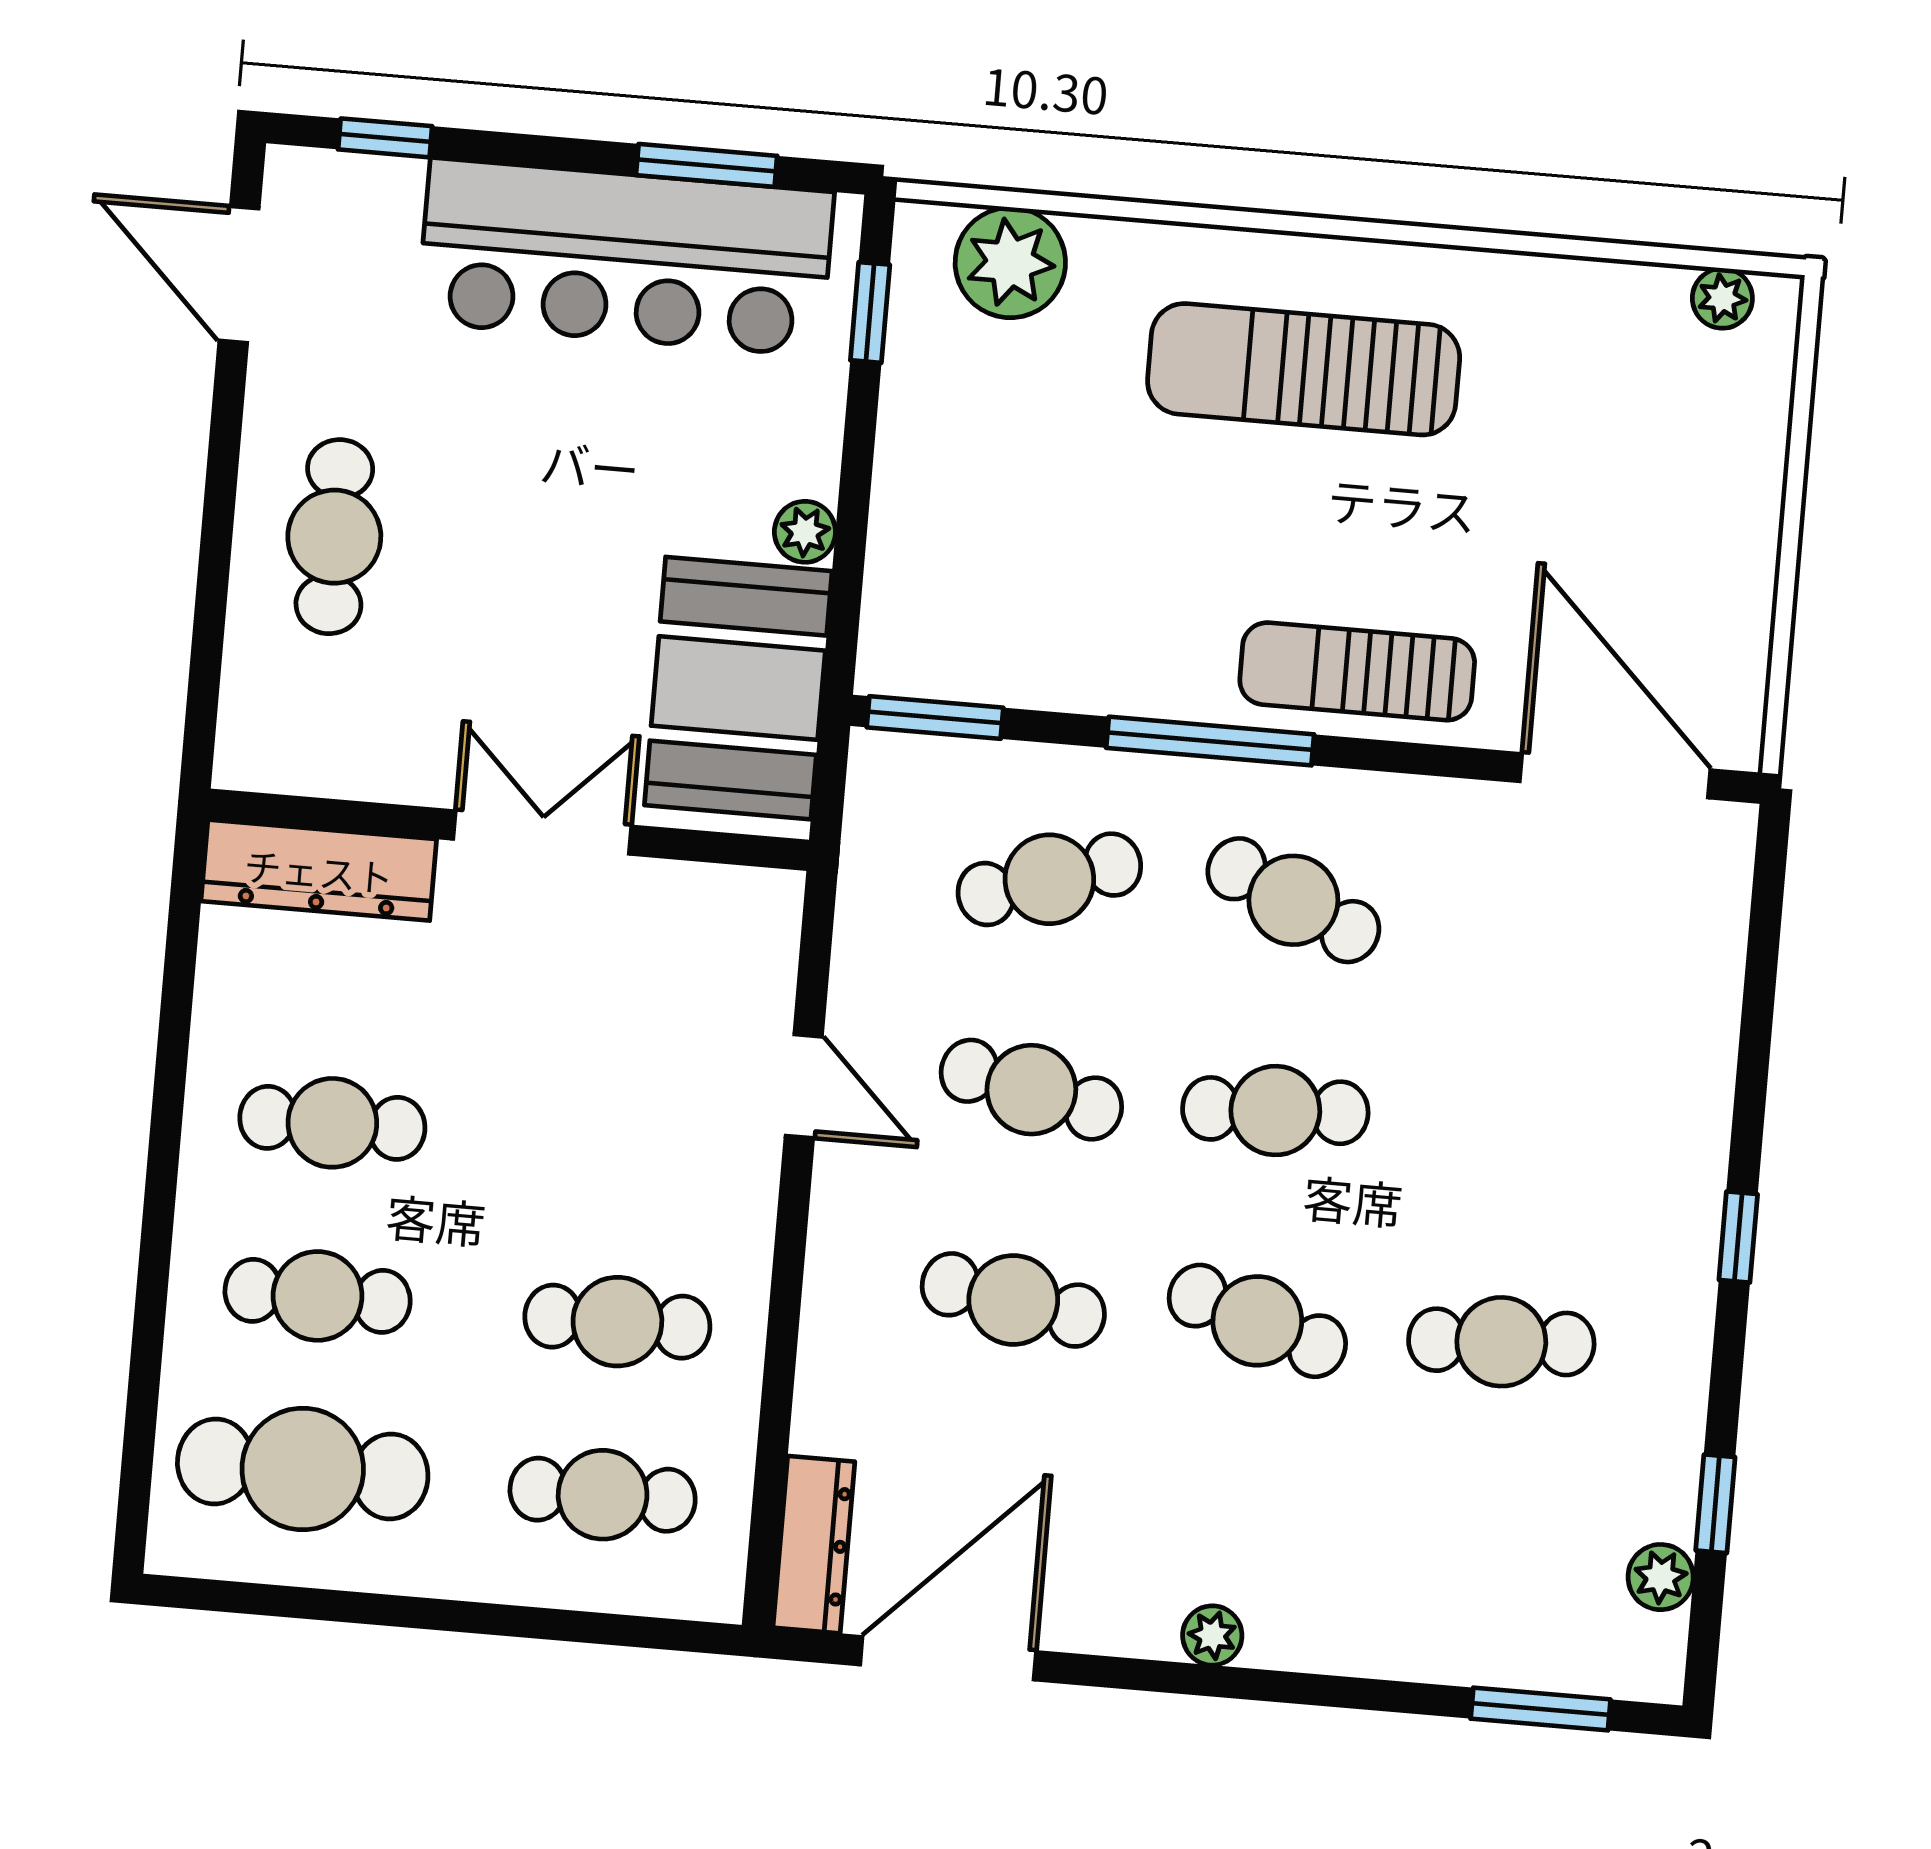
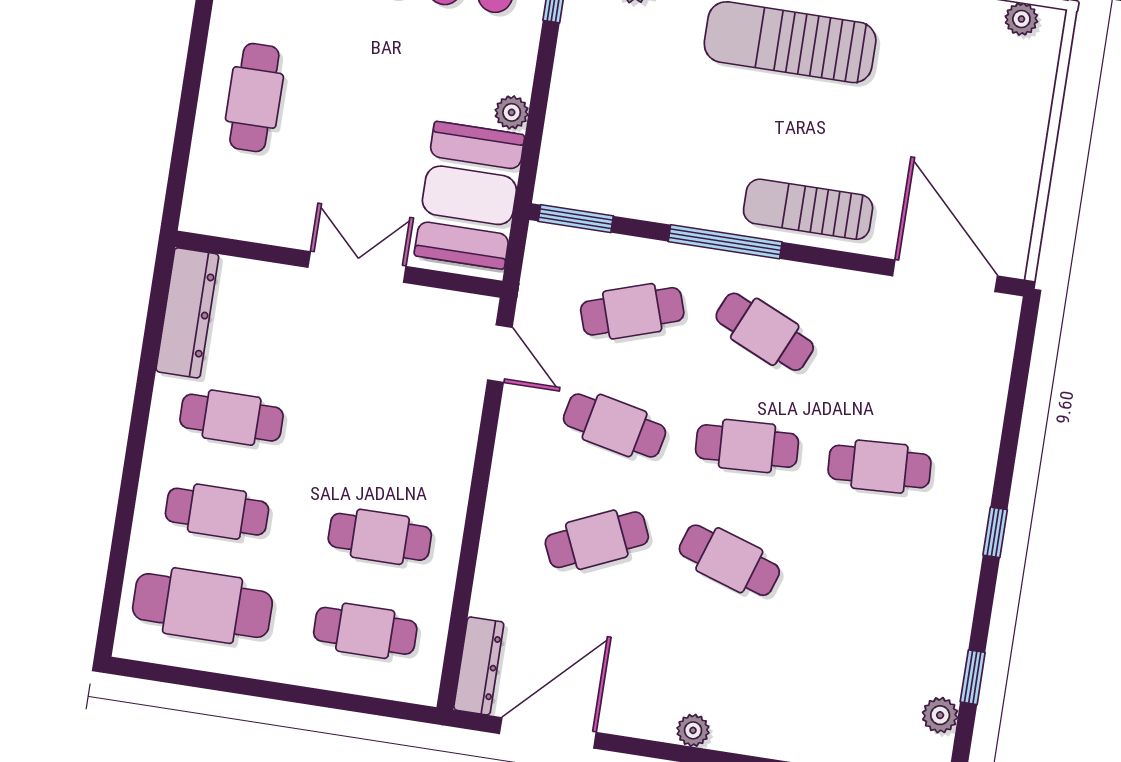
dresser: (319, 870) -> (187, 313), moved, turned -90
door: (804, 1086) -> (500, 354), moved
cafe table: (1013, 1300) -> (597, 540), turned -33
cafe table: (1501, 1342) -> (880, 467), moved

